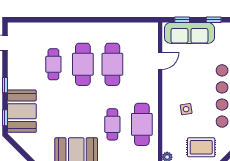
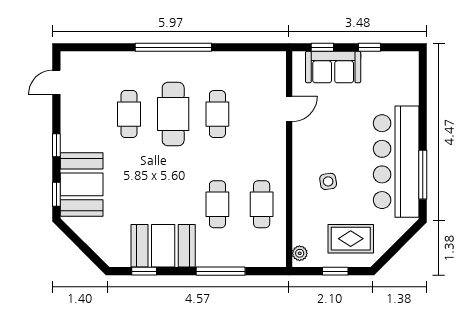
window: (83, 20) -> (173, 47), added
sofa: (189, 33) -> (333, 67), width x0.73
cafe table: (112, 64) -> (217, 114), width x0.73, depth x0.74
cafe table: (142, 124) -> (262, 204), width x0.73, depth x0.74

